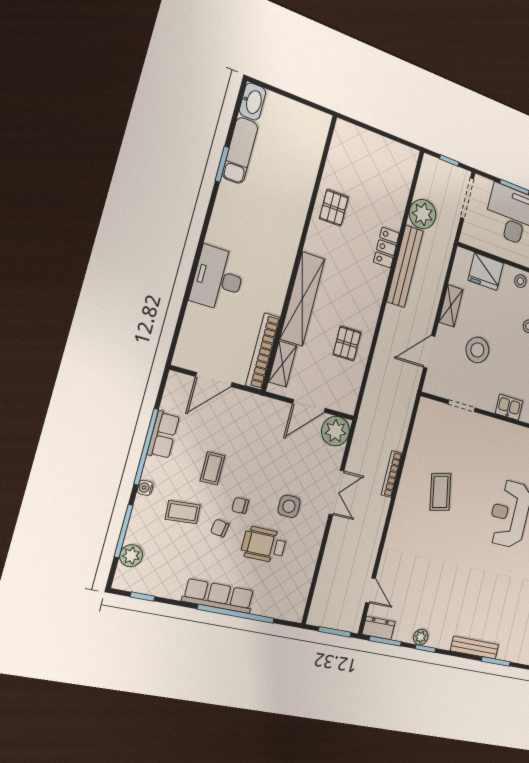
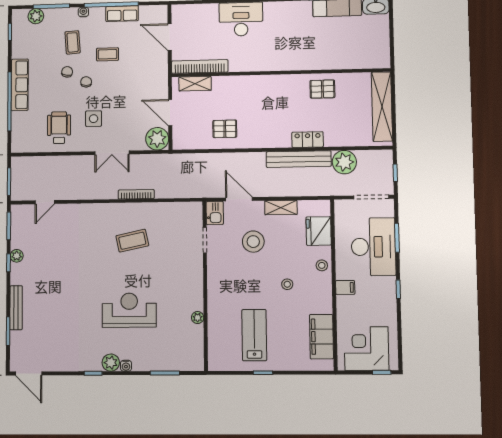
shelving: (302, 299) -> (382, 107), moved, turned 90
kitchen sink: (509, 407) -> (215, 213), moved
wheelchair: (264, 545) -> (59, 128), moved
dresser: (379, 628) -> (18, 217), removed

